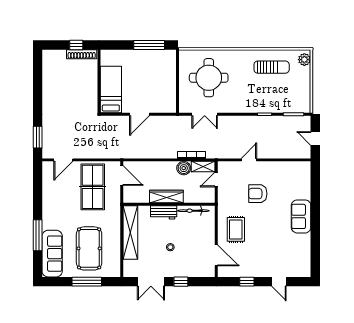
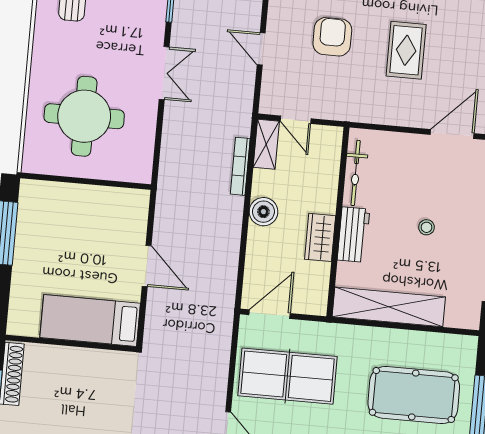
double door: (205, 114) -> (164, 73), moved
boiler: (184, 168) -> (263, 212), moved
armchair: (258, 194) -> (332, 37), turned 180
wardrobe: (166, 196) -> (320, 237), width x0.67
rug: (236, 229) -> (406, 50), moved, turned 90

